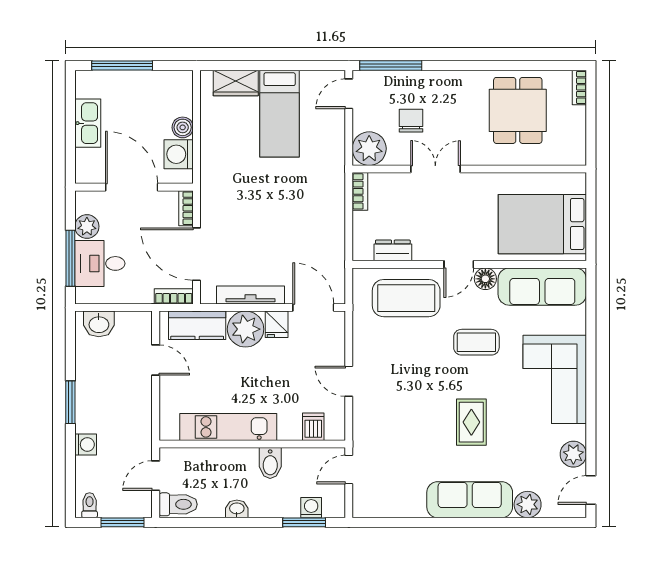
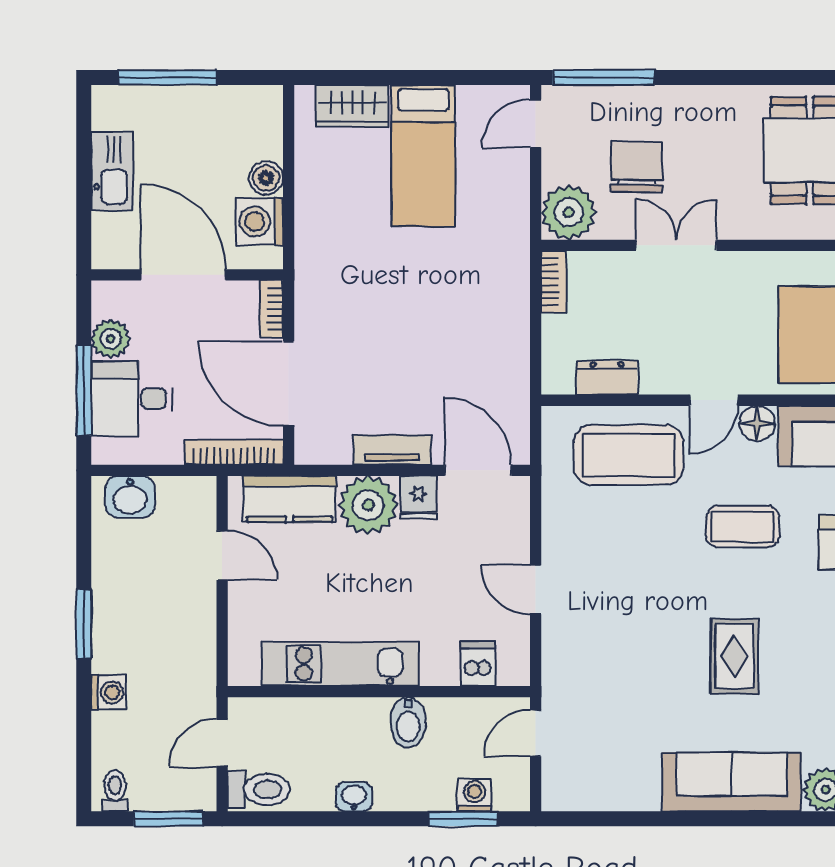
chair: (411, 121) -> (637, 167), width x1.37, depth x1.37
tv unit: (251, 295) -> (392, 450), width x0.71
bookcase: (174, 296) -> (234, 452), width x1.56

